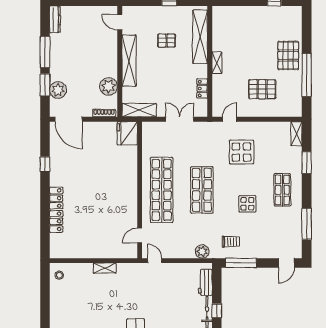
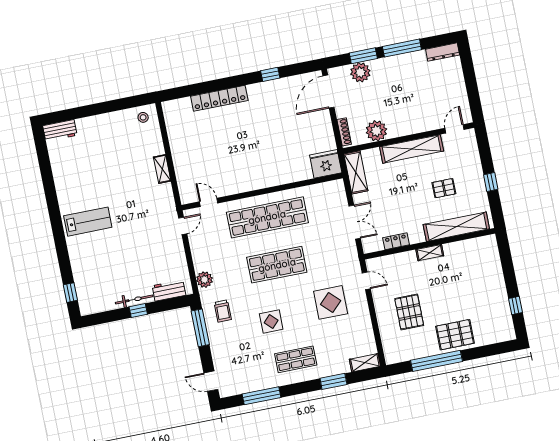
pallet: (166, 41) -> (444, 188), turned 90

